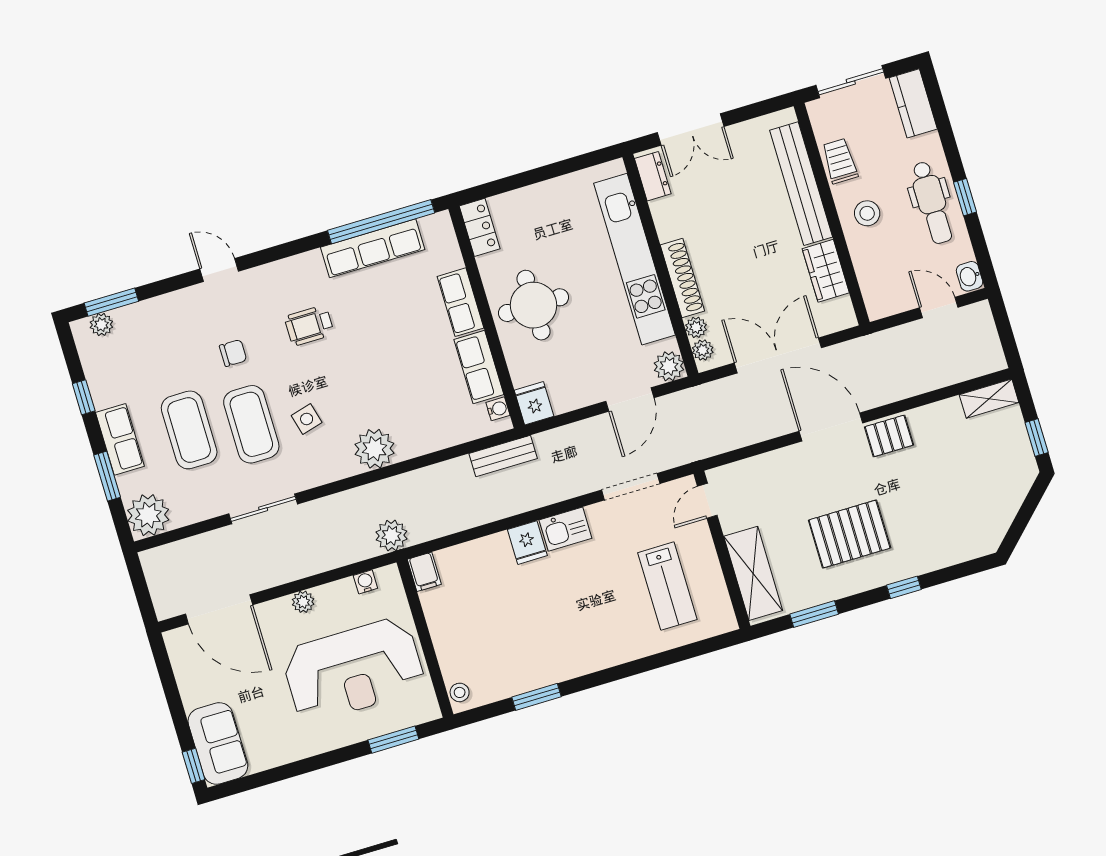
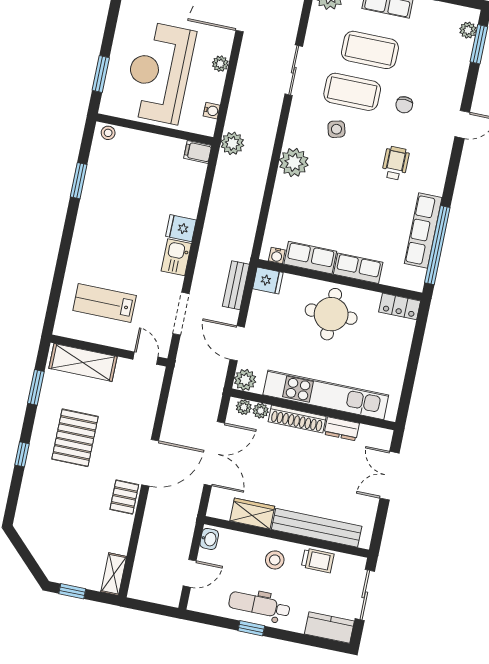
dresser: (653, 176) -> (342, 429), moved
washbasin: (970, 276) -> (209, 539), moved, turned 90
bench: (503, 456) -> (236, 285), moved

